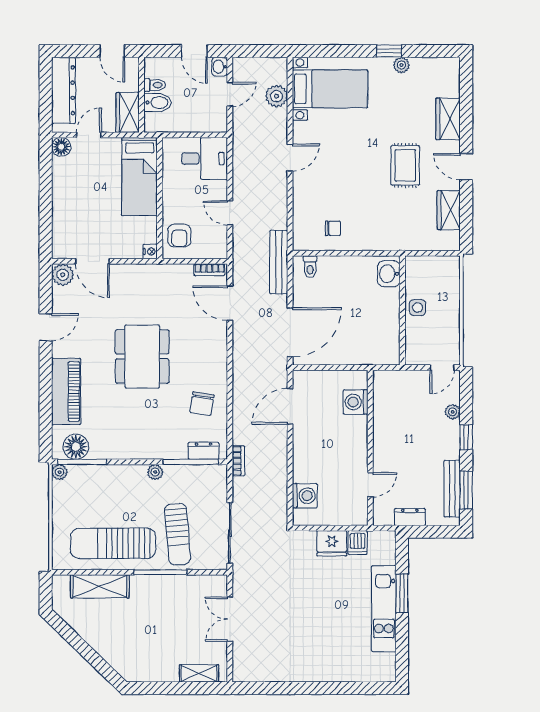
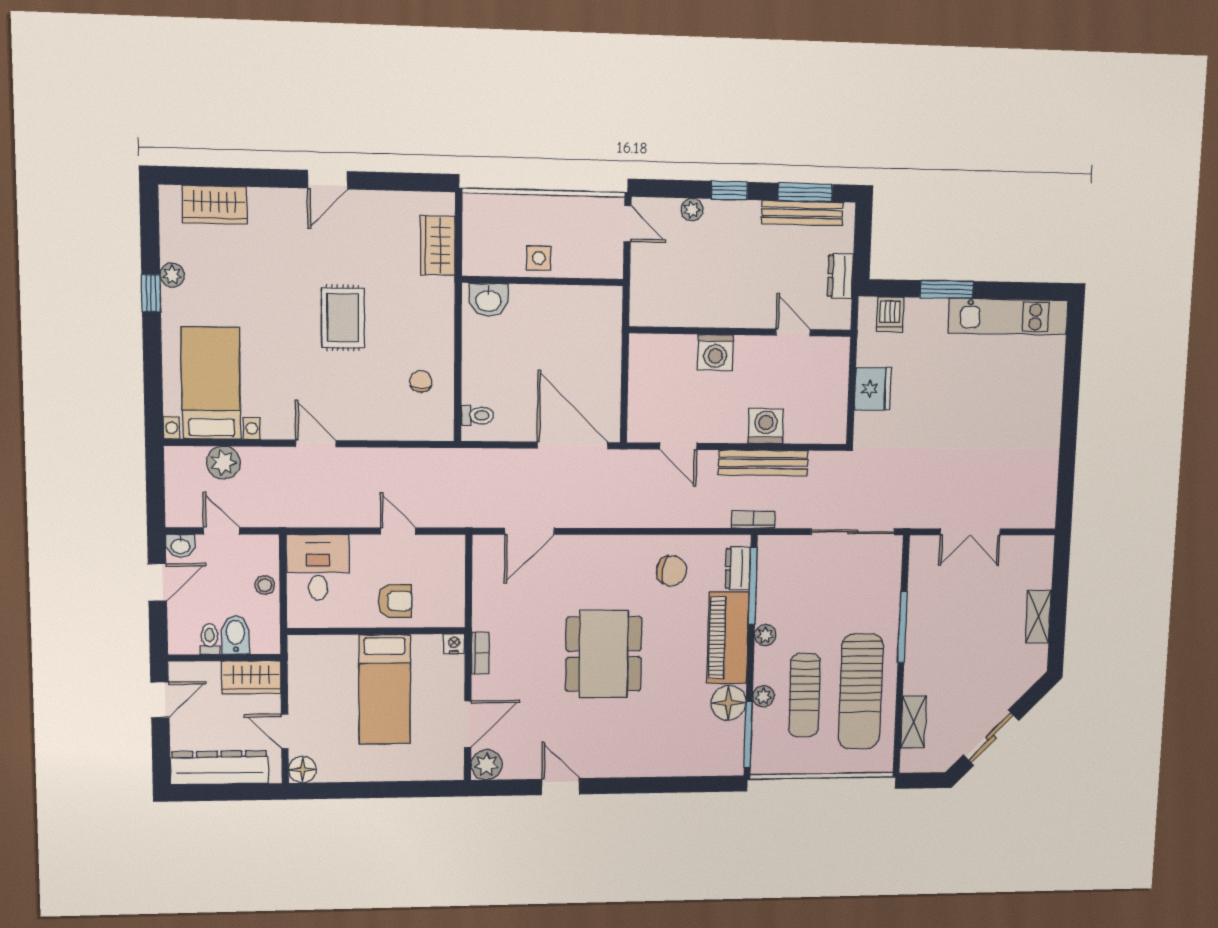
wardrobe: (448, 119) -> (215, 205), moved
stool: (192, 123) -> (265, 585), added
rug: (405, 165) -> (343, 318), moved, turned 90
bed: (140, 176) -> (385, 689), moved, turned 90
wardrobe: (449, 210) -> (438, 245), moved, turned 90
door: (230, 213) -> (398, 531), swing flipped
armchair: (179, 236) -> (395, 601), moved
bench: (279, 262) -> (763, 463), moved
bookcase: (209, 270) -> (480, 653), moved
dining table: (142, 356) -> (604, 654), turned 90
piano: (66, 392) -> (728, 638), moved, turned -90
washing machine: (356, 402) -> (715, 352), moved
door: (290, 406) -> (678, 446), width x0.73
floor lamp: (76, 447) -> (728, 703), moved
plant: (60, 472) -> (763, 696), moved
washing machine: (305, 496) -> (766, 426), moved
sun lounger: (178, 534) -> (805, 695), moved, turned 95
dishwasher: (358, 543) -> (890, 314), moved, turned 90
shelving: (100, 586) -> (913, 722), width x0.67, depth x0.75
kitchen unit: (384, 609) -> (1008, 317), moved
sliding door: (77, 642) -> (991, 738), added
shelving: (199, 673) -> (1038, 617), moved

